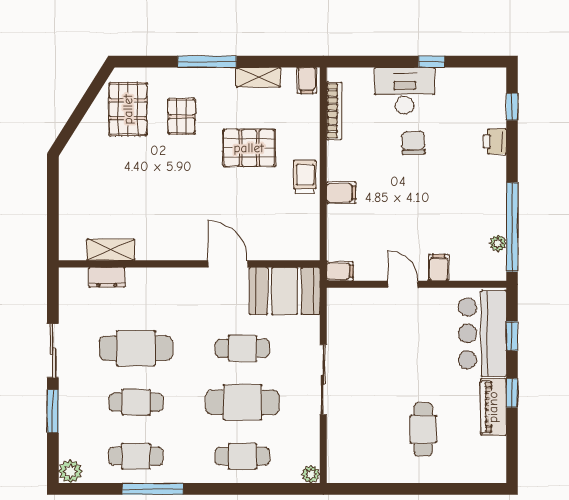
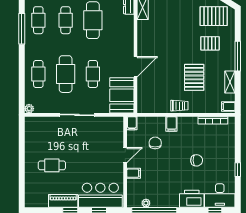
desk: (405, 91) -> (220, 195), moved, turned 90
printer: (495, 141) -> (192, 199), width x1.87, depth x1.48
chair: (379, 225) -> (155, 143), added

